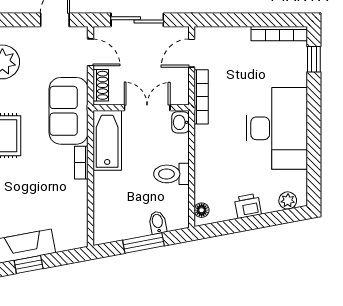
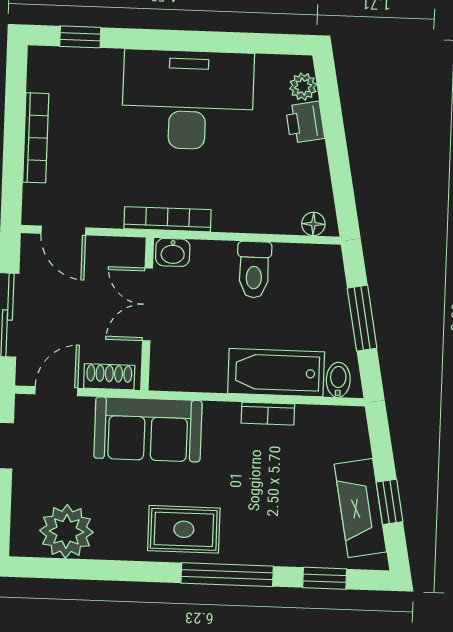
bookcase: (279, 34) -> (36, 138), moved
bookcase: (201, 97) -> (168, 219), moved
bathtub: (107, 140) -> (276, 373), moved
bookcase: (81, 163) -> (268, 414), moved
printer: (248, 206) -> (305, 122), moved
bidet: (158, 223) -> (338, 380), moved, turned 101

